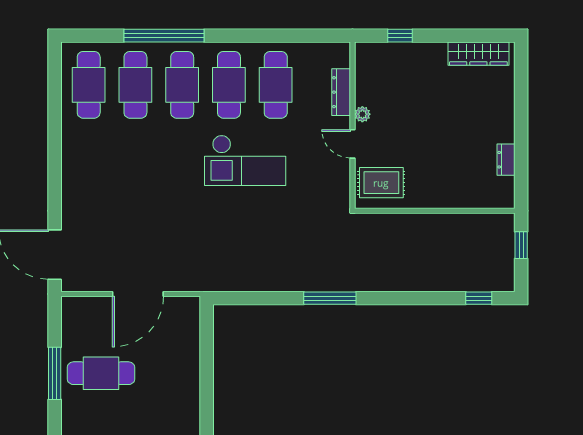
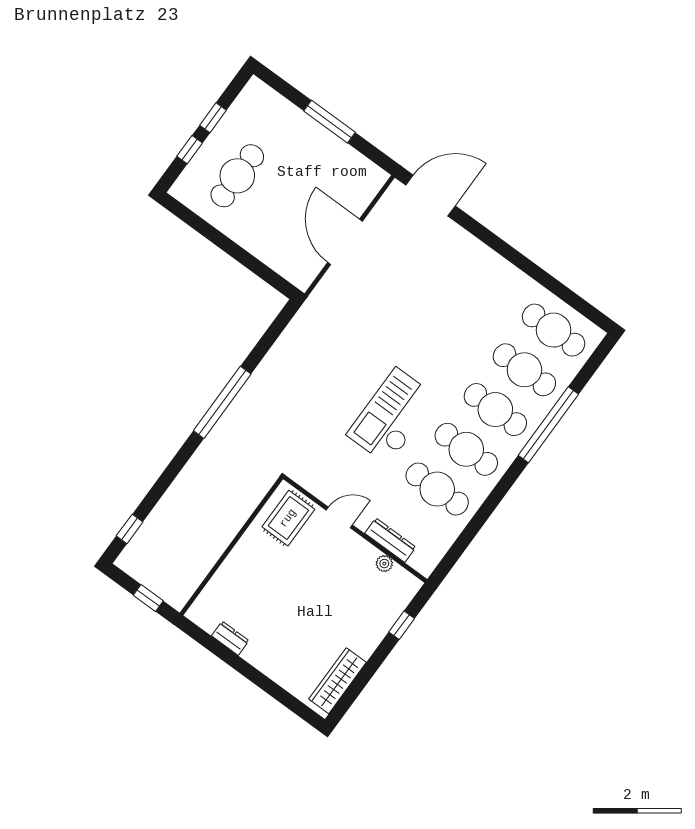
plant: (362, 114) -> (384, 564), moved
window: (330, 298) -> (222, 402), width x1.46
cafe table: (101, 373) -> (237, 176), moved

